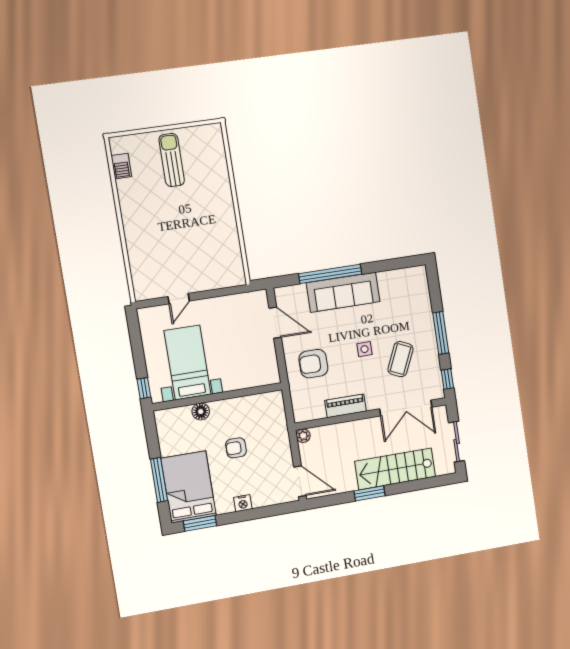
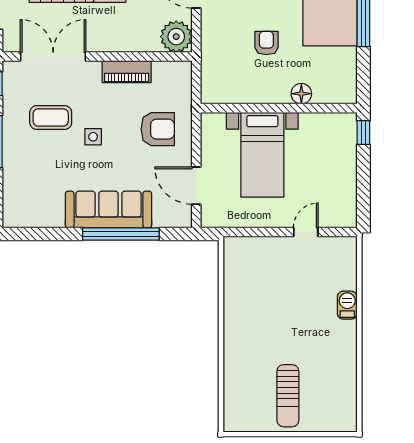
barbecue: (121, 166) -> (347, 305), moved
coffee table: (400, 359) -> (51, 117), turned 66
bed with nightstands: (187, 363) -> (262, 155), moved
plant: (303, 436) -> (176, 37), width x1.88, depth x1.88
armchair: (236, 448) -> (266, 43), turned -90

